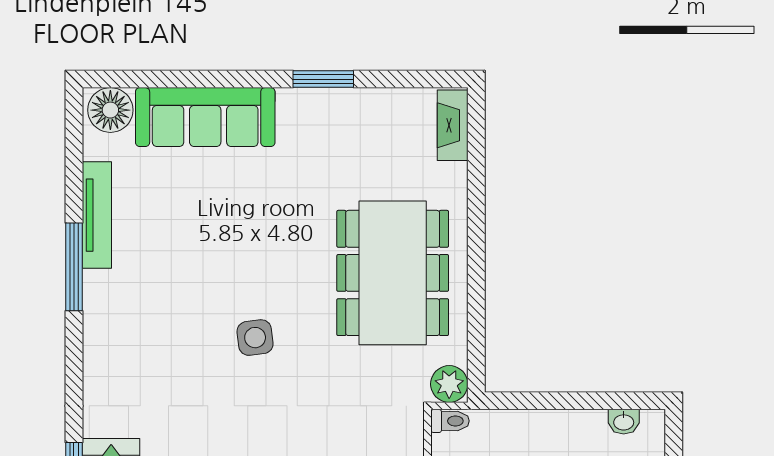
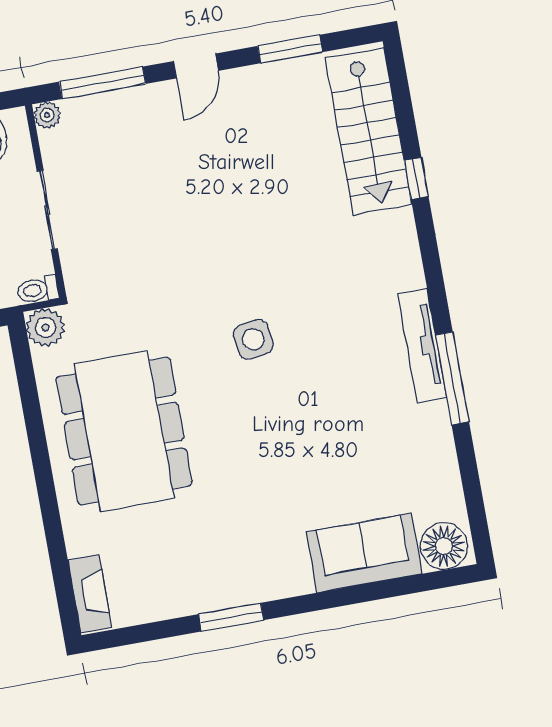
sofa: (205, 117) -> (364, 553), width x0.73
tv unit: (97, 215) -> (422, 346), moved

